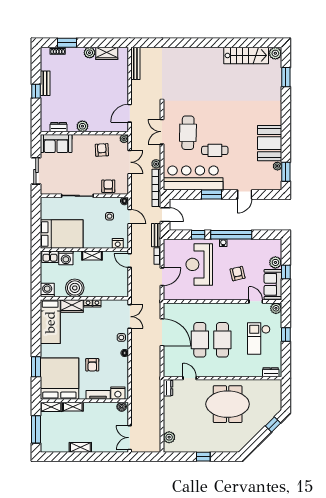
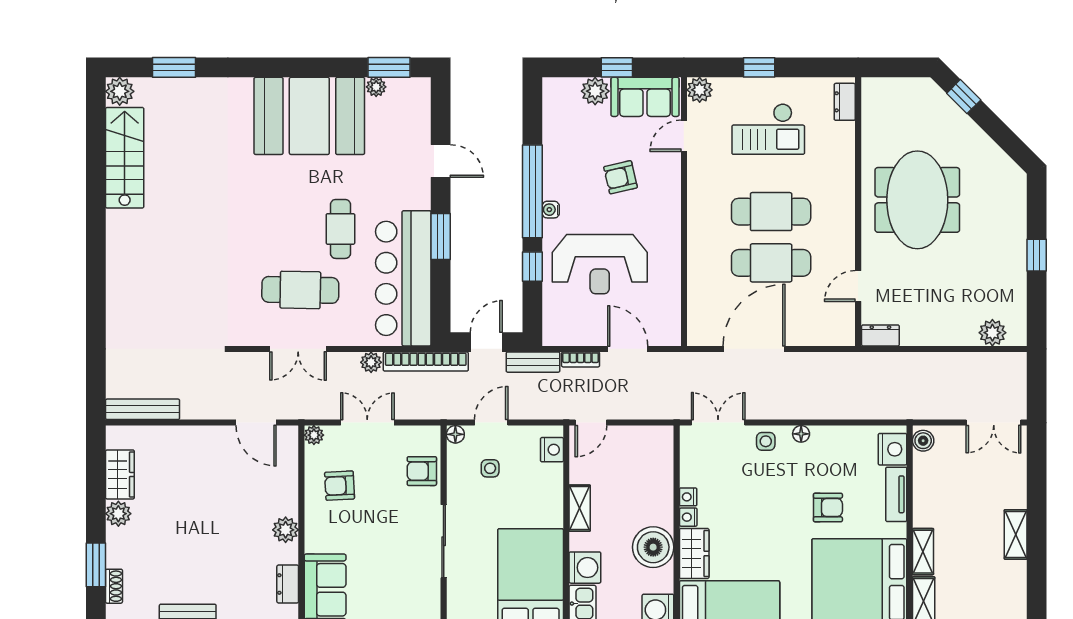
booth: (270, 143) -> (309, 116), width x1.36, depth x1.42

